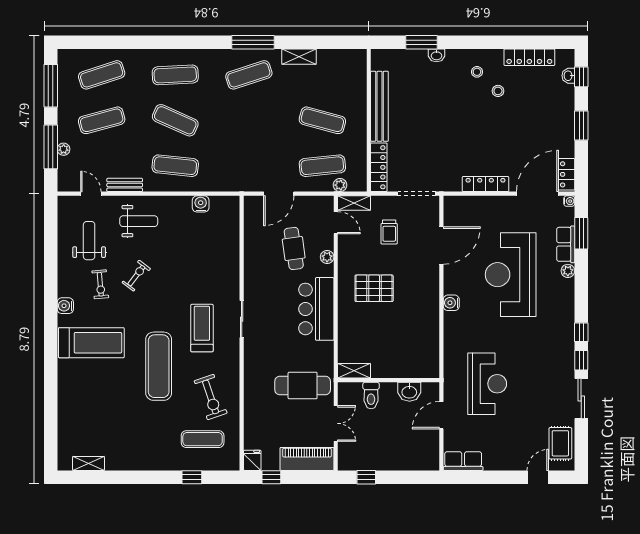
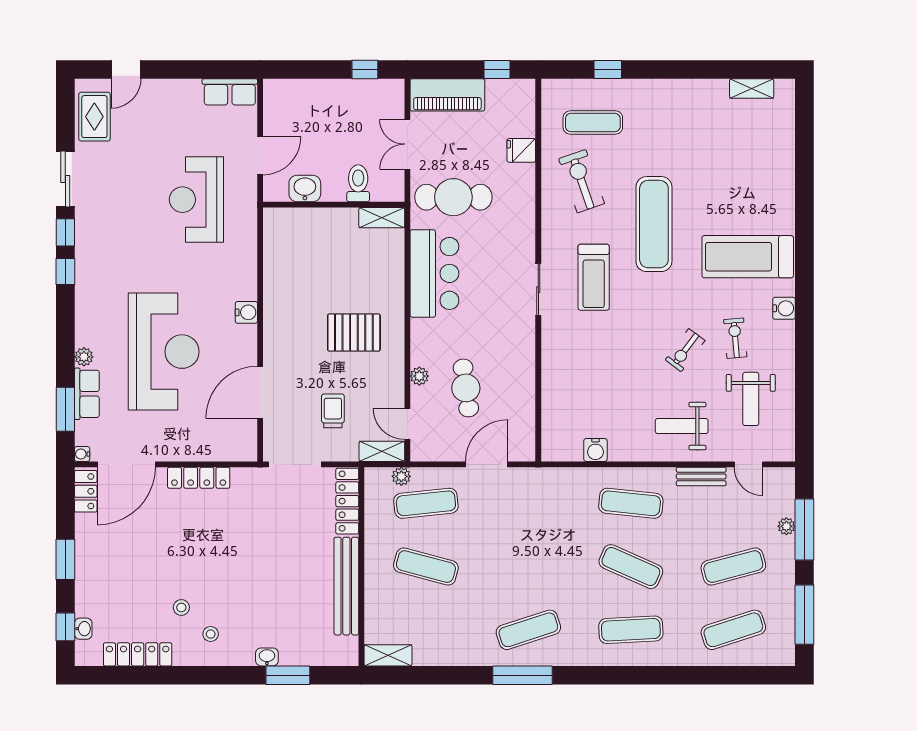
shelving: (299, 57) -> (388, 655), moved
bar counter: (316, 309) -> (434, 273), moved
fridge: (252, 460) -> (521, 150), moved, turned 90

